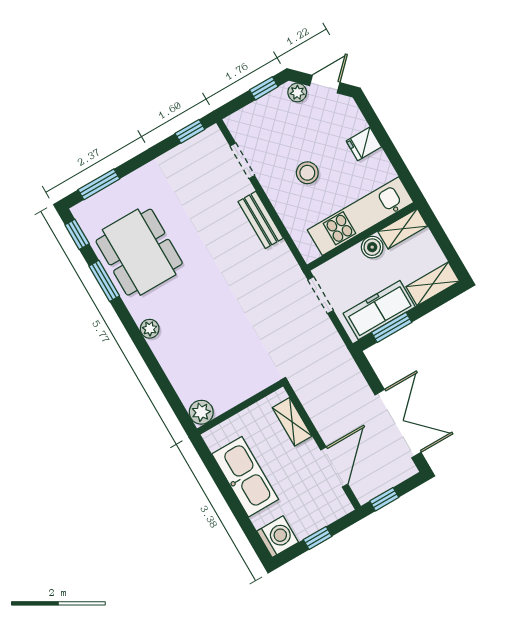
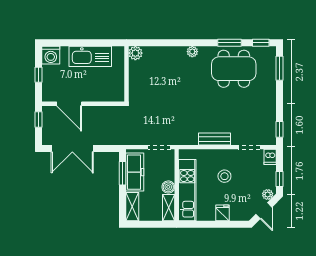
dishwasher: (239, 121) -> (270, 157), added
shelving: (292, 422) -> (104, 96), removed

